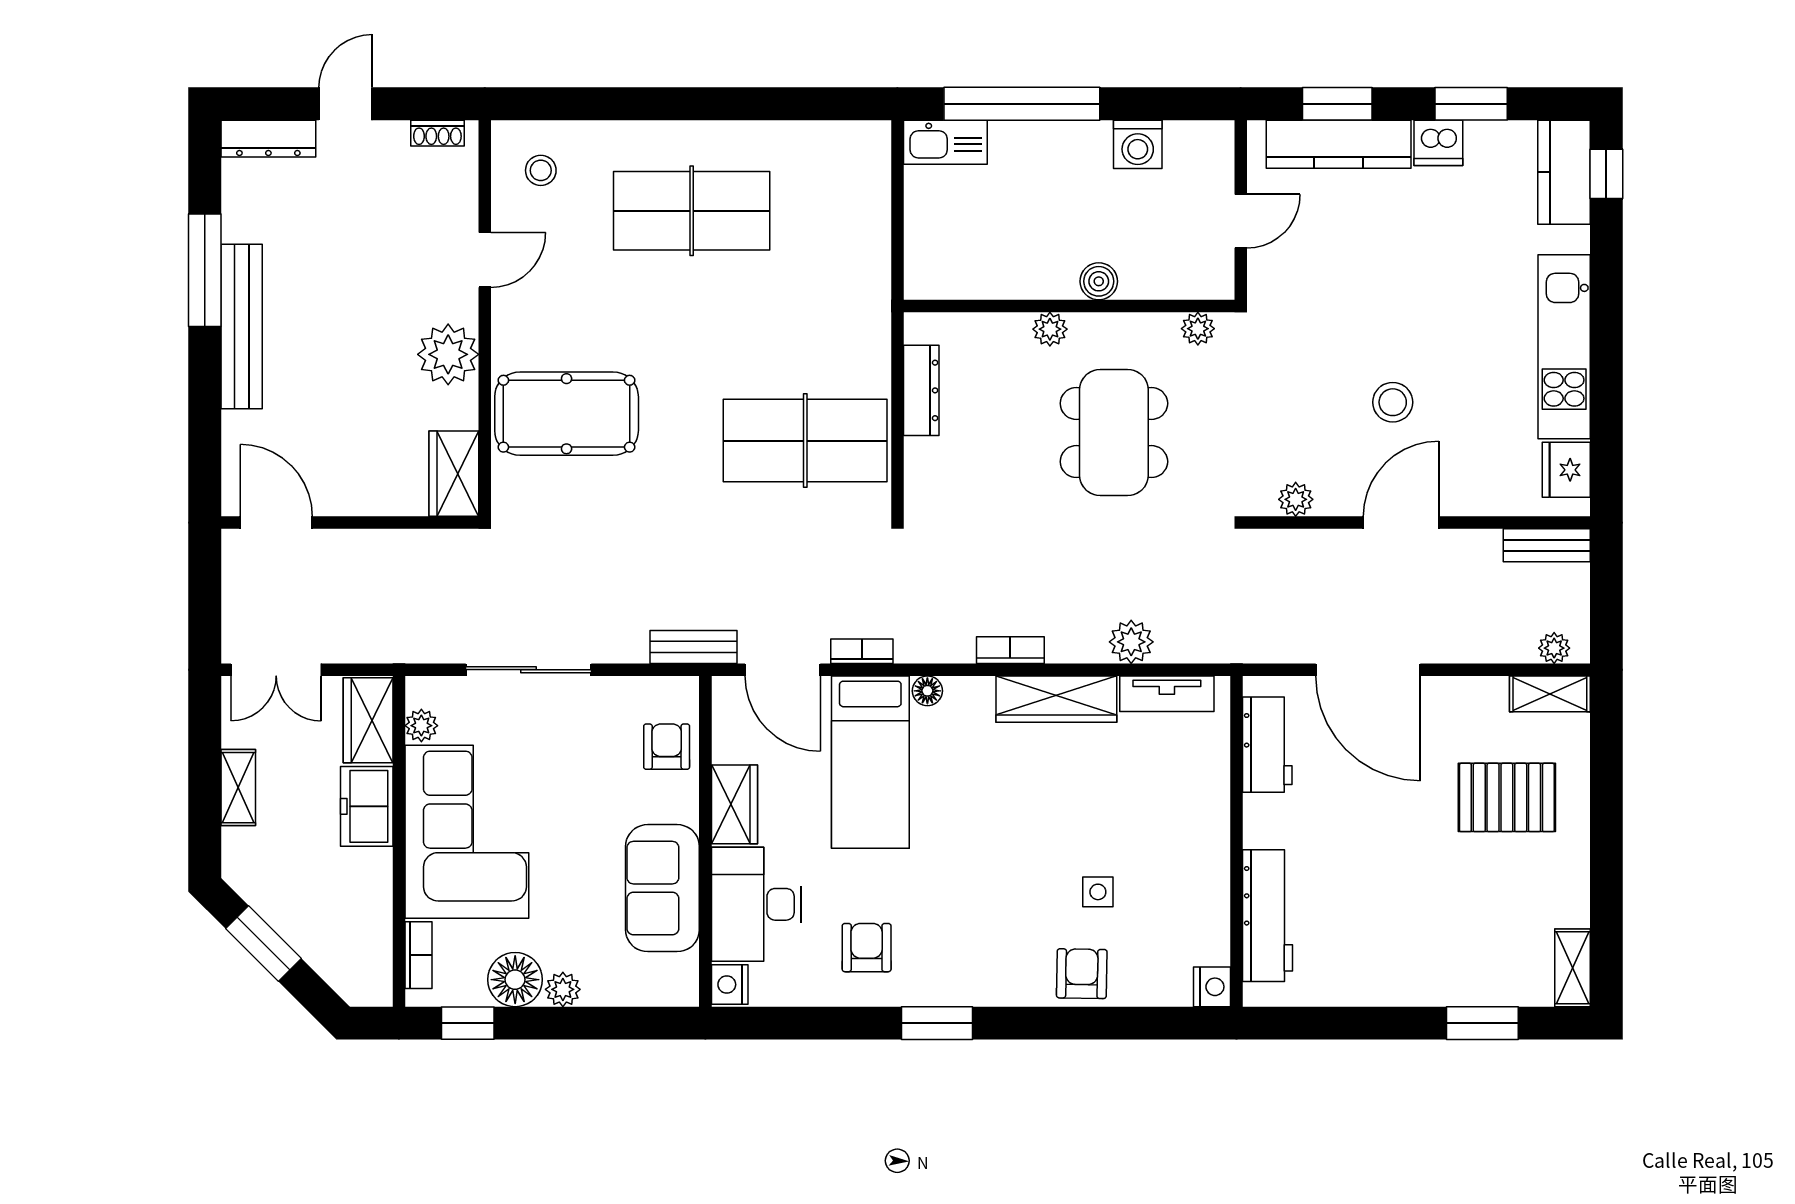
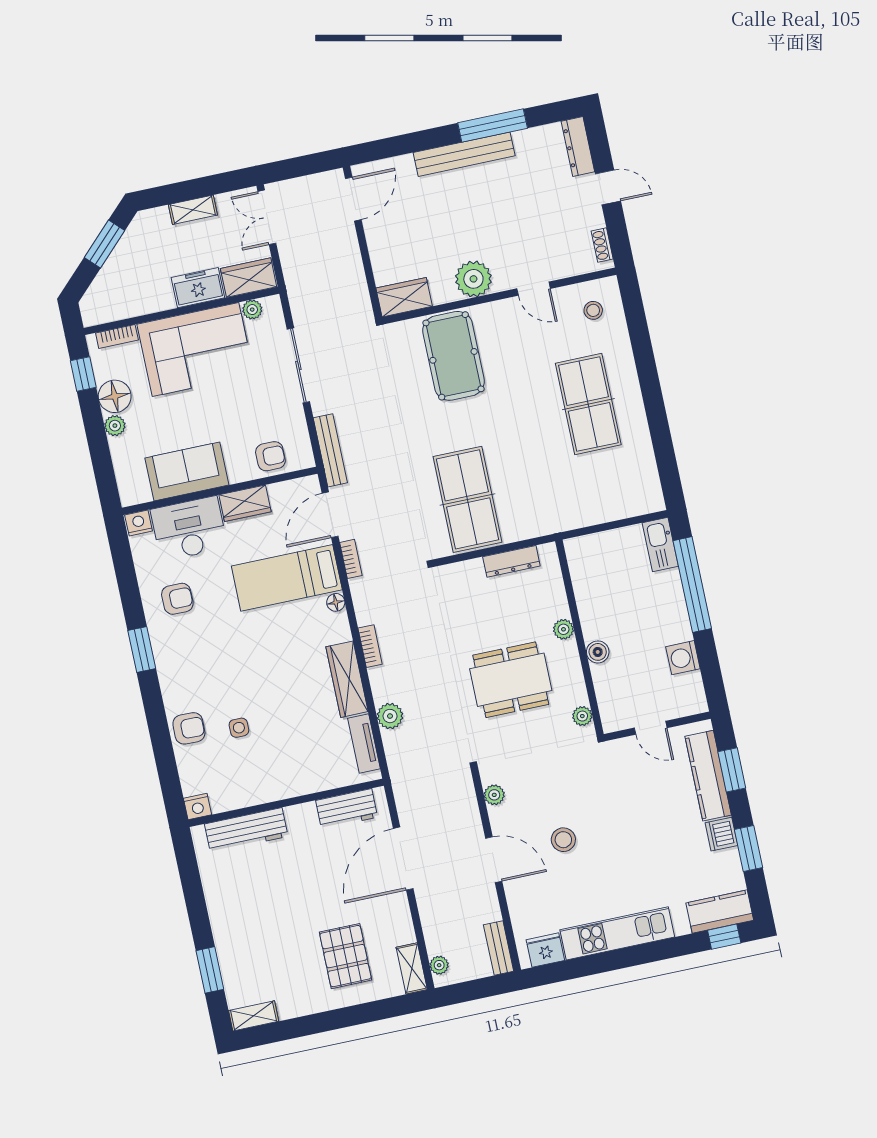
bench: (693, 647) -> (330, 450), width x1.36

